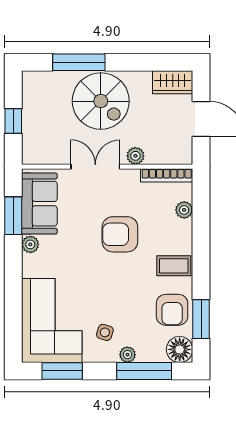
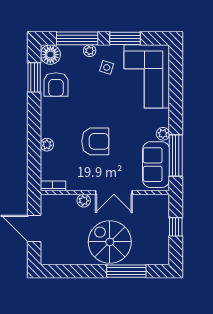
wardrobe: (173, 82) -> (56, 256), removed
bookcase: (167, 175) -> (53, 186), width x0.64
plant: (184, 210) -> (47, 145), moved
window: (13, 216) -> (176, 155), width x1.44
coffee table: (174, 266) -> (55, 118), removed
armchair: (172, 310) -> (56, 84), turned 180
window: (62, 371) -> (125, 38), moved

